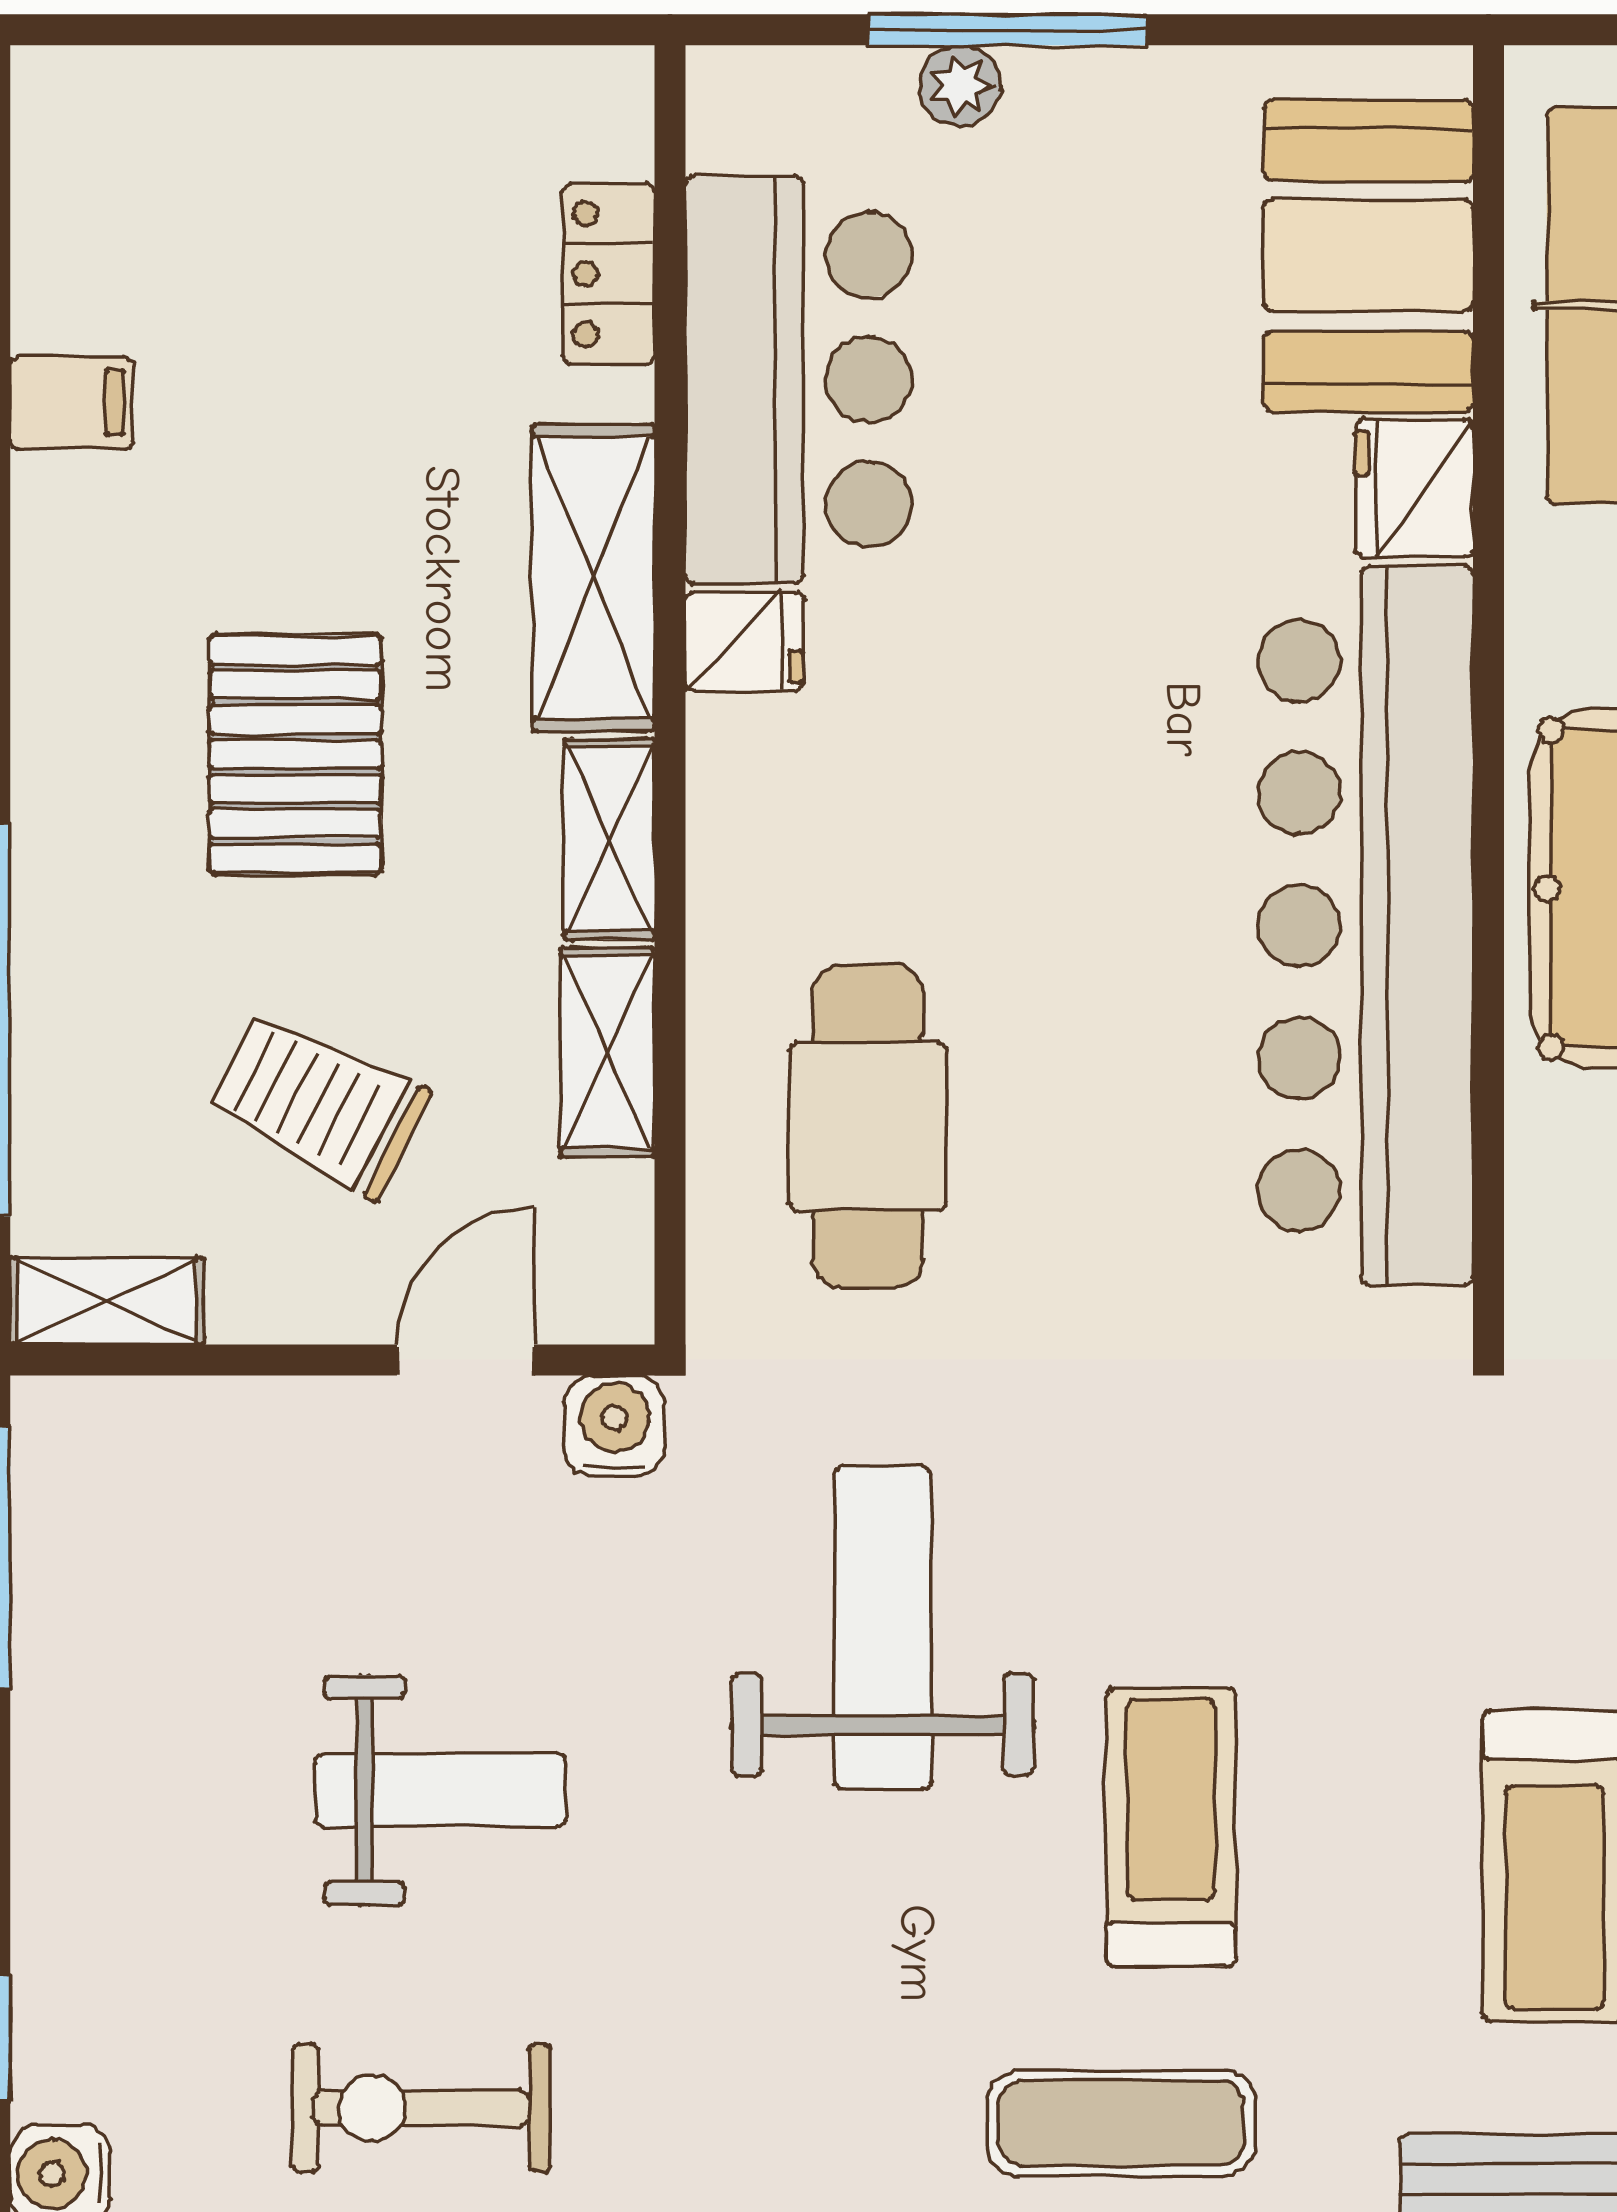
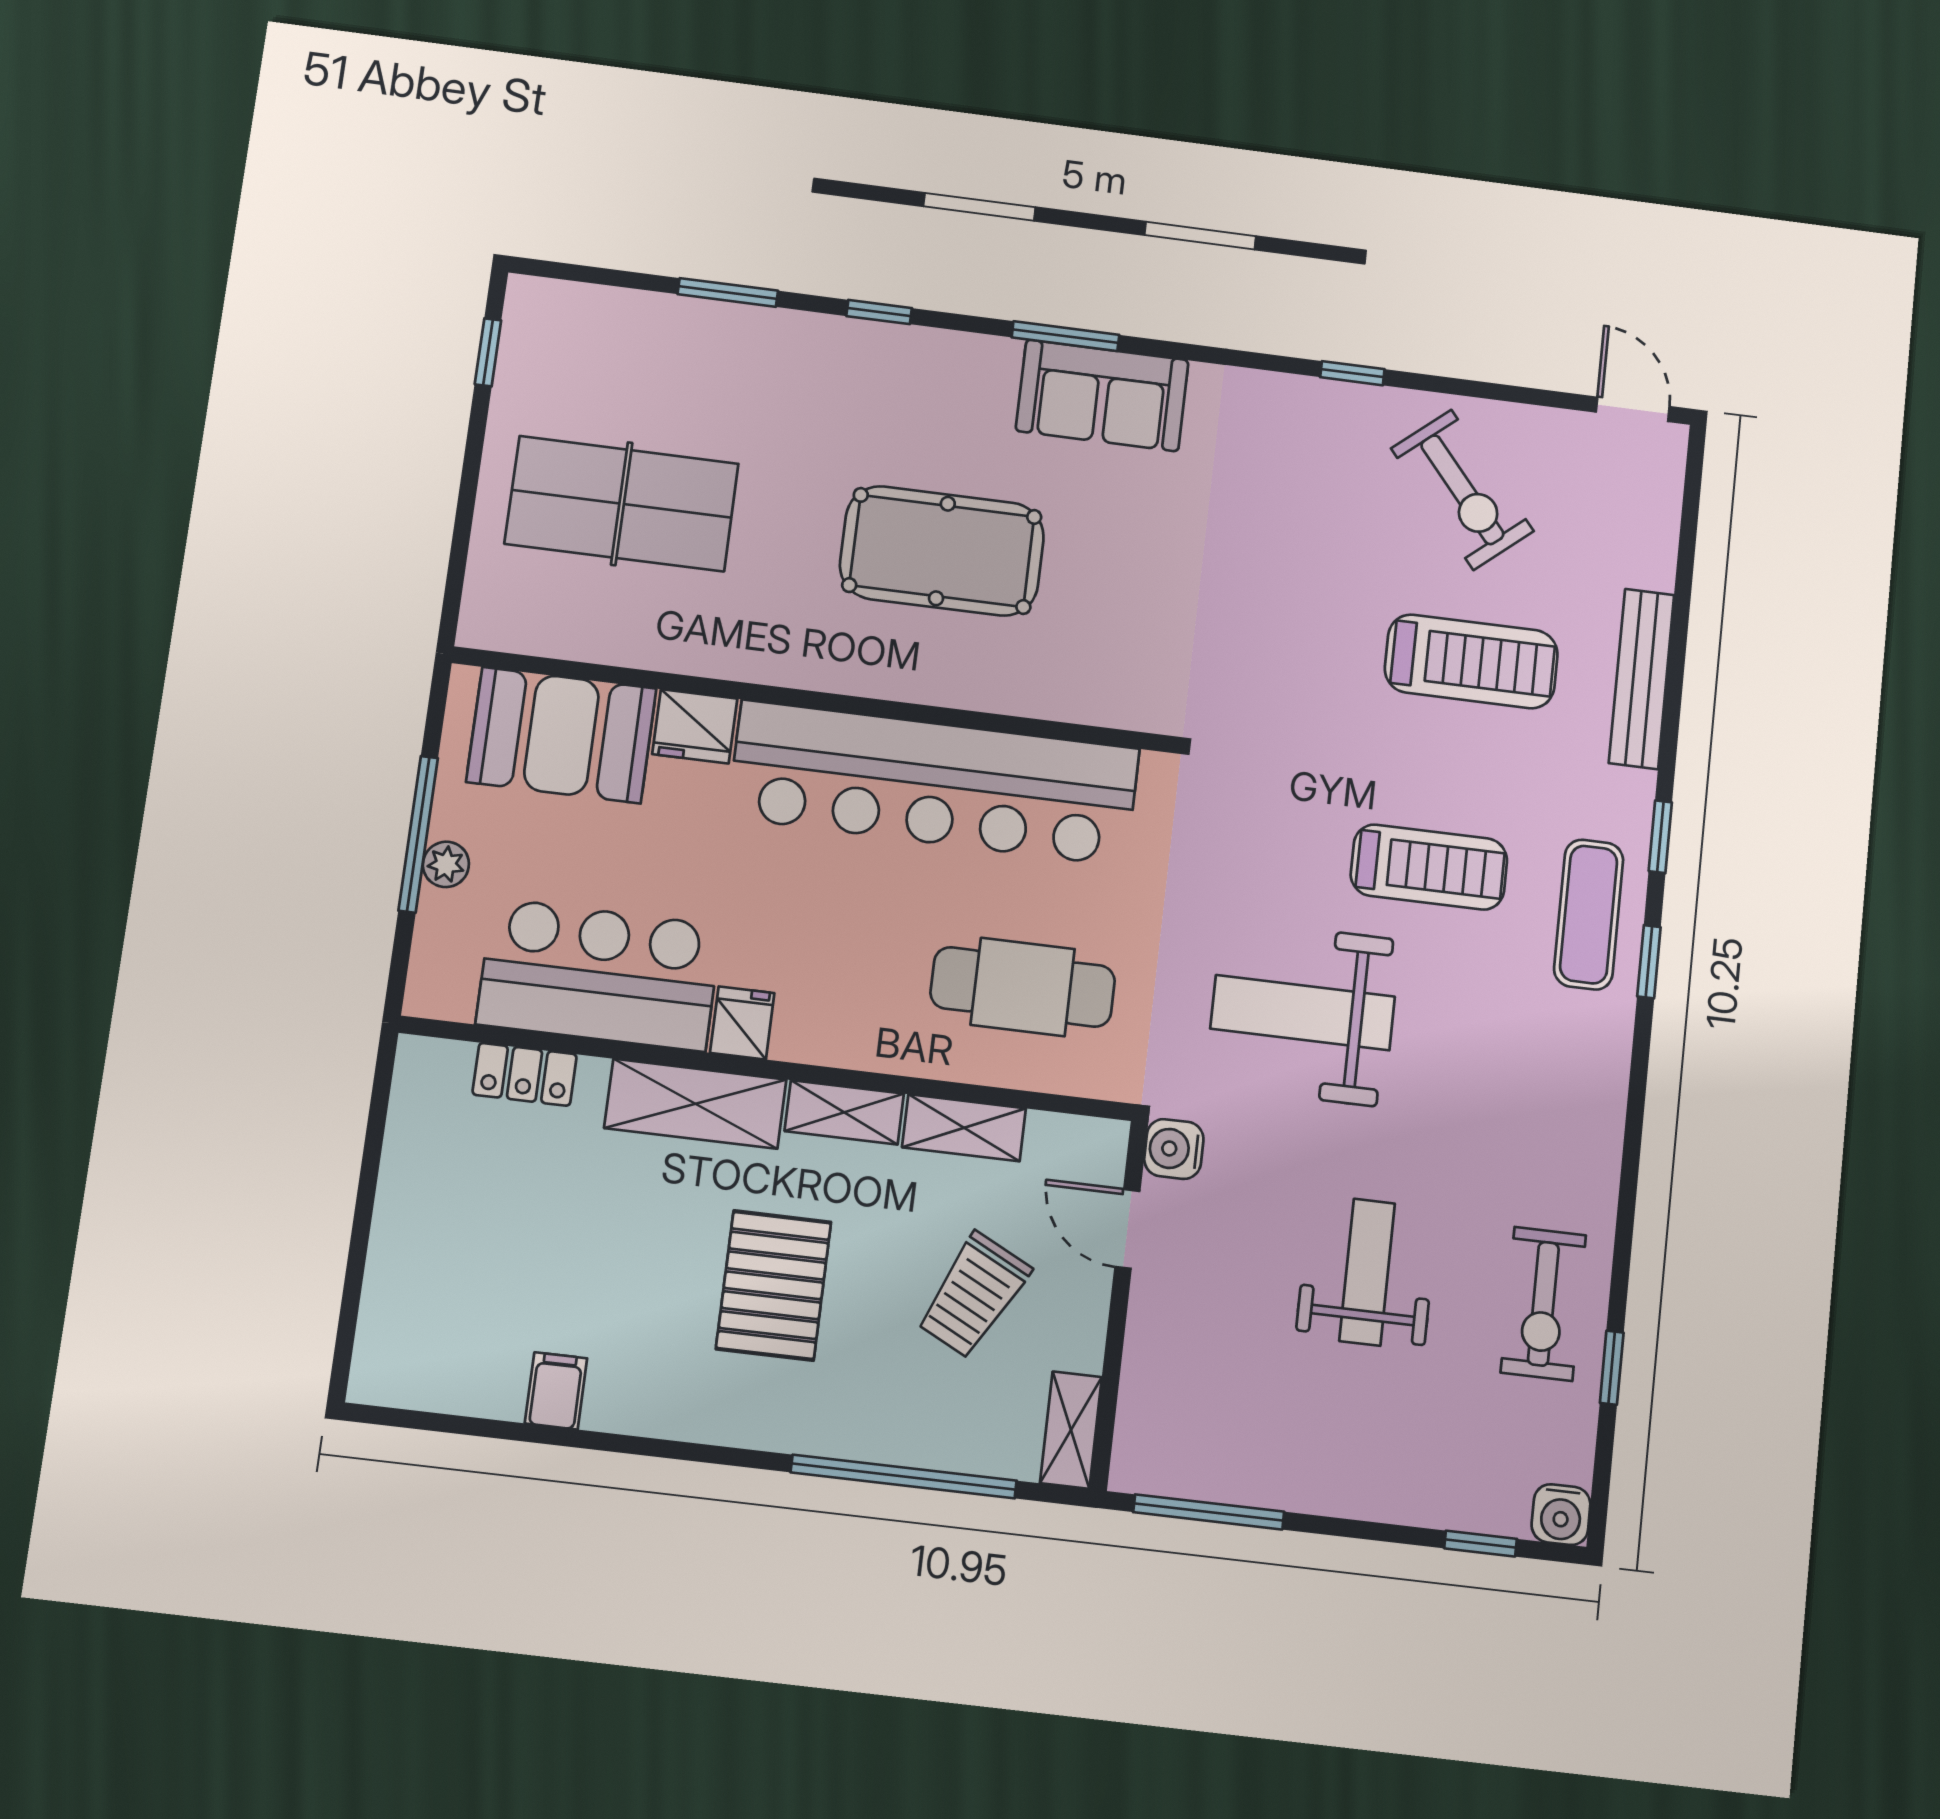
booth: (1368, 256) -> (561, 735), moved
fridge: (1414, 489) -> (695, 726), moved
wall: (1488, 695) -> (815, 700), moved
pallet: (295, 754) -> (774, 1285), turned 90
bar counter: (1366, 925) -> (934, 783), moved
treadmill: (1171, 1827) -> (1429, 867), turned 180

